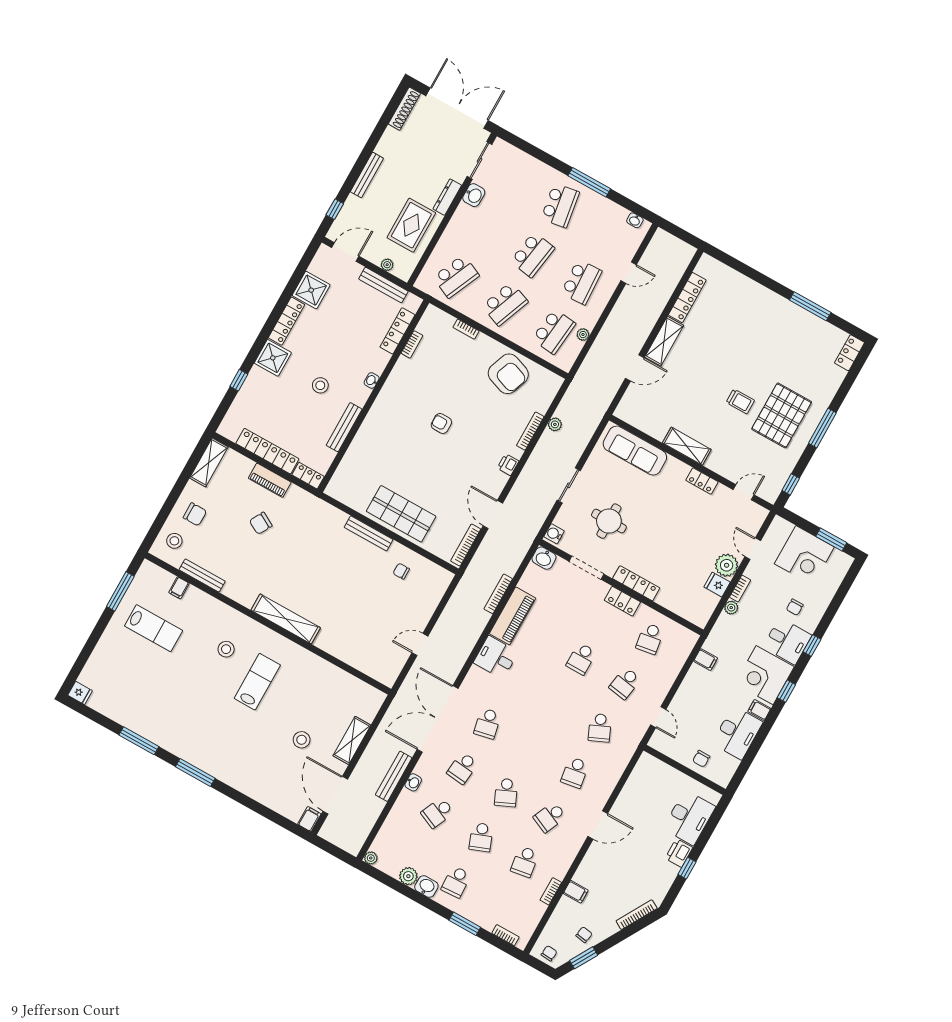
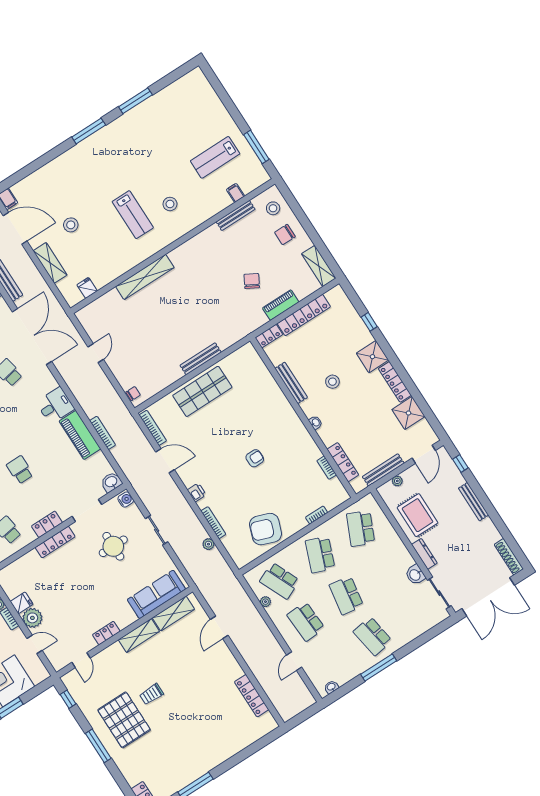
school desk: (554, 331) -> (280, 581), turned -30
shelving: (664, 341) -> (173, 614), moved, turned 90
chair: (401, 571) -> (133, 394), moved
shelving: (286, 619) -> (145, 277), moved
fridge: (80, 693) -> (87, 288), moved, turned 90

